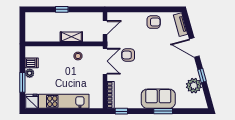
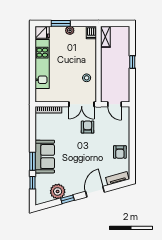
shelving: (71, 37) -> (105, 37), moved
dishwasher: (32, 63) -> (91, 32), moved
window: (121, 111) -> (33, 183), moved

